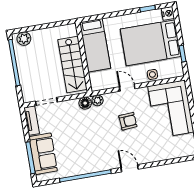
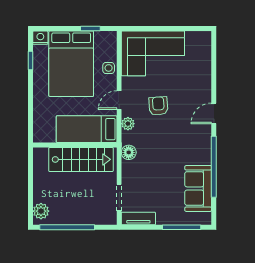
bed: (95, 45) -> (87, 129), moved, turned 180
plant: (98, 100) -> (128, 124), moved
sofa: (43, 154) -> (198, 188), moved, turned -90

